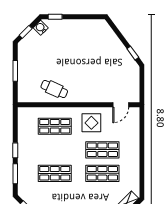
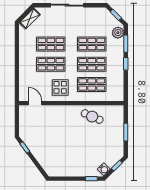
door: (121, 105) -> (35, 103), hinge flipped
shop shelf: (55, 150) -> (92, 64), added
plant: (24, 187) -> (118, 33), added

